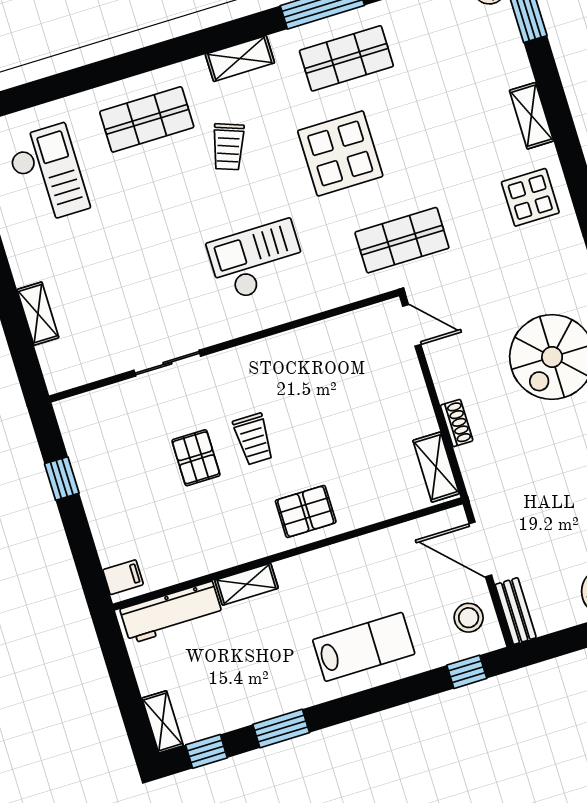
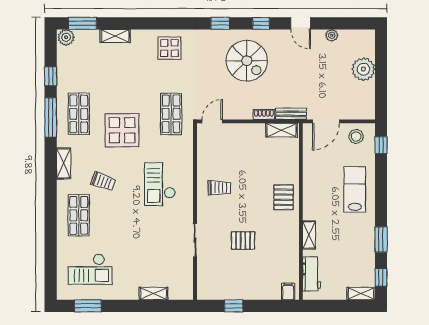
shelving: (531, 116) -> (115, 36), moved
checkout: (48, 174) -> (90, 269), turned 180
trolley: (253, 439) -> (219, 188), moved
bench: (516, 611) -> (291, 114), moved
workbench: (171, 613) -> (311, 274), width x0.73

